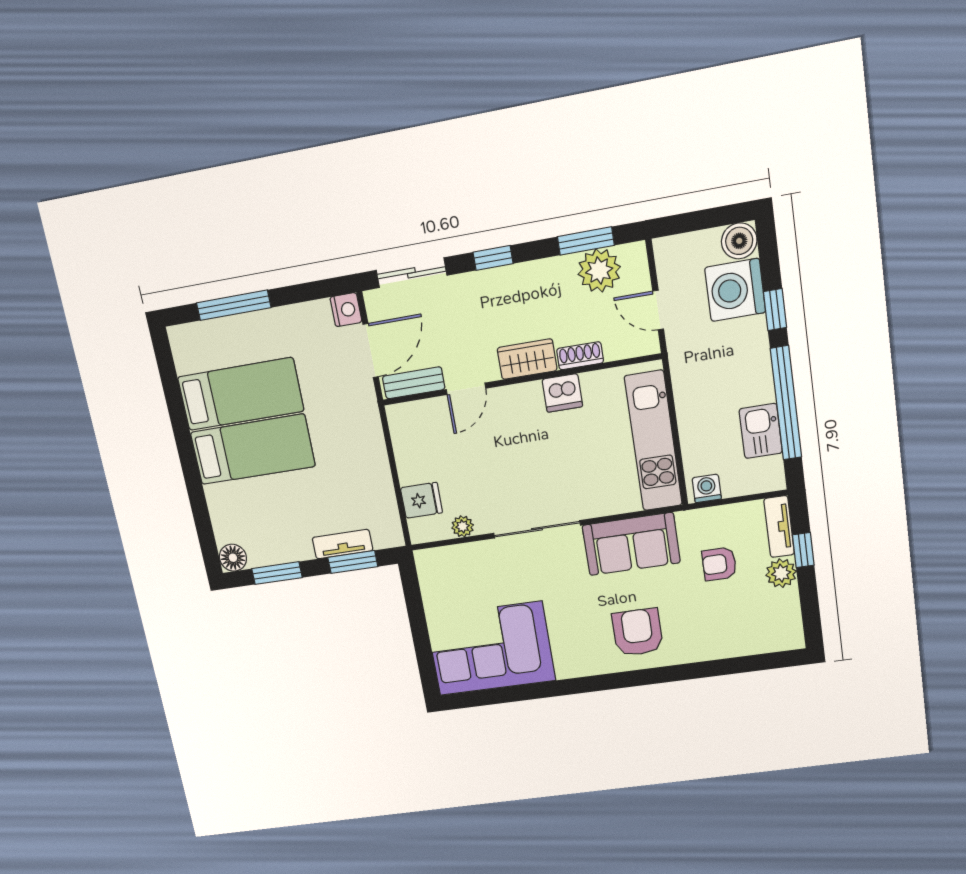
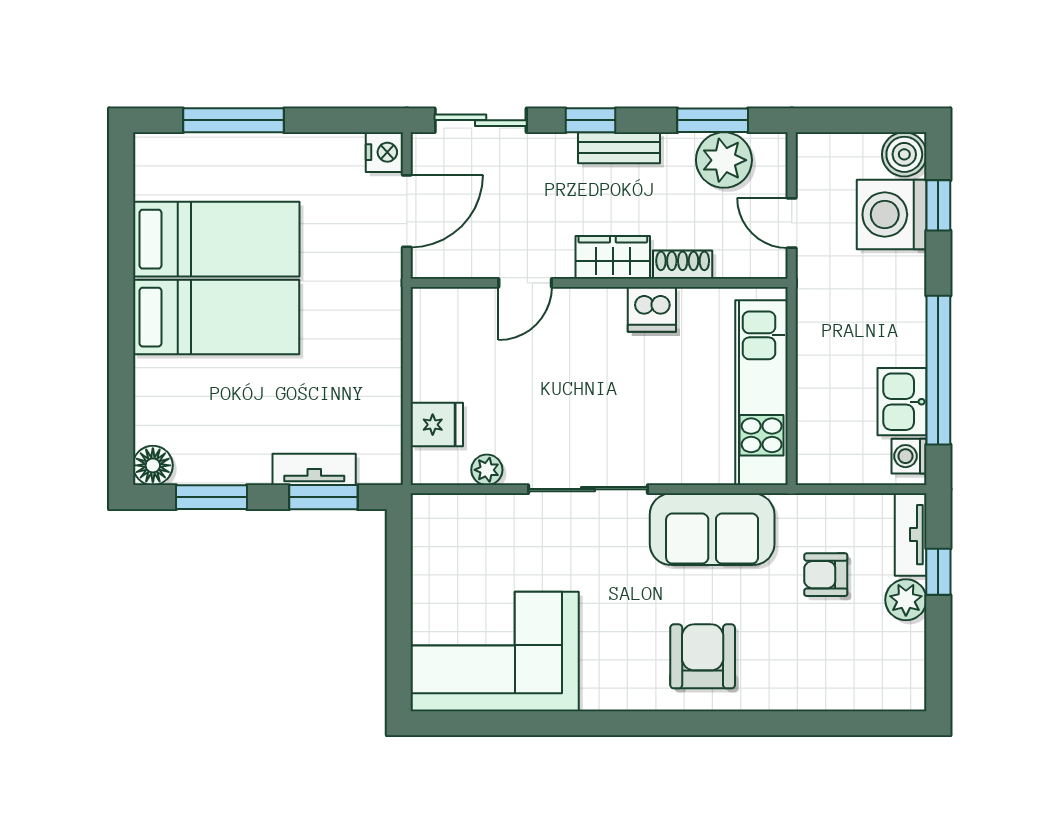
window: (775, 310) -> (938, 205), moved
bench: (414, 383) -> (619, 148), moved
washing machine: (707, 488) -> (909, 456), moved, turned -90

